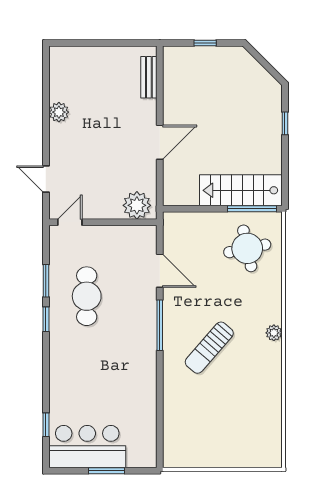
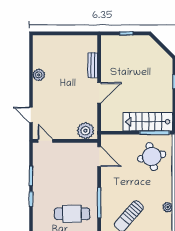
bench: (149, 77) -> (93, 65), moved
door: (70, 222) -> (45, 141), hinge flipped
door: (160, 271) -> (99, 157), moved
cafe table: (87, 296) -> (72, 214), moved, turned 90

